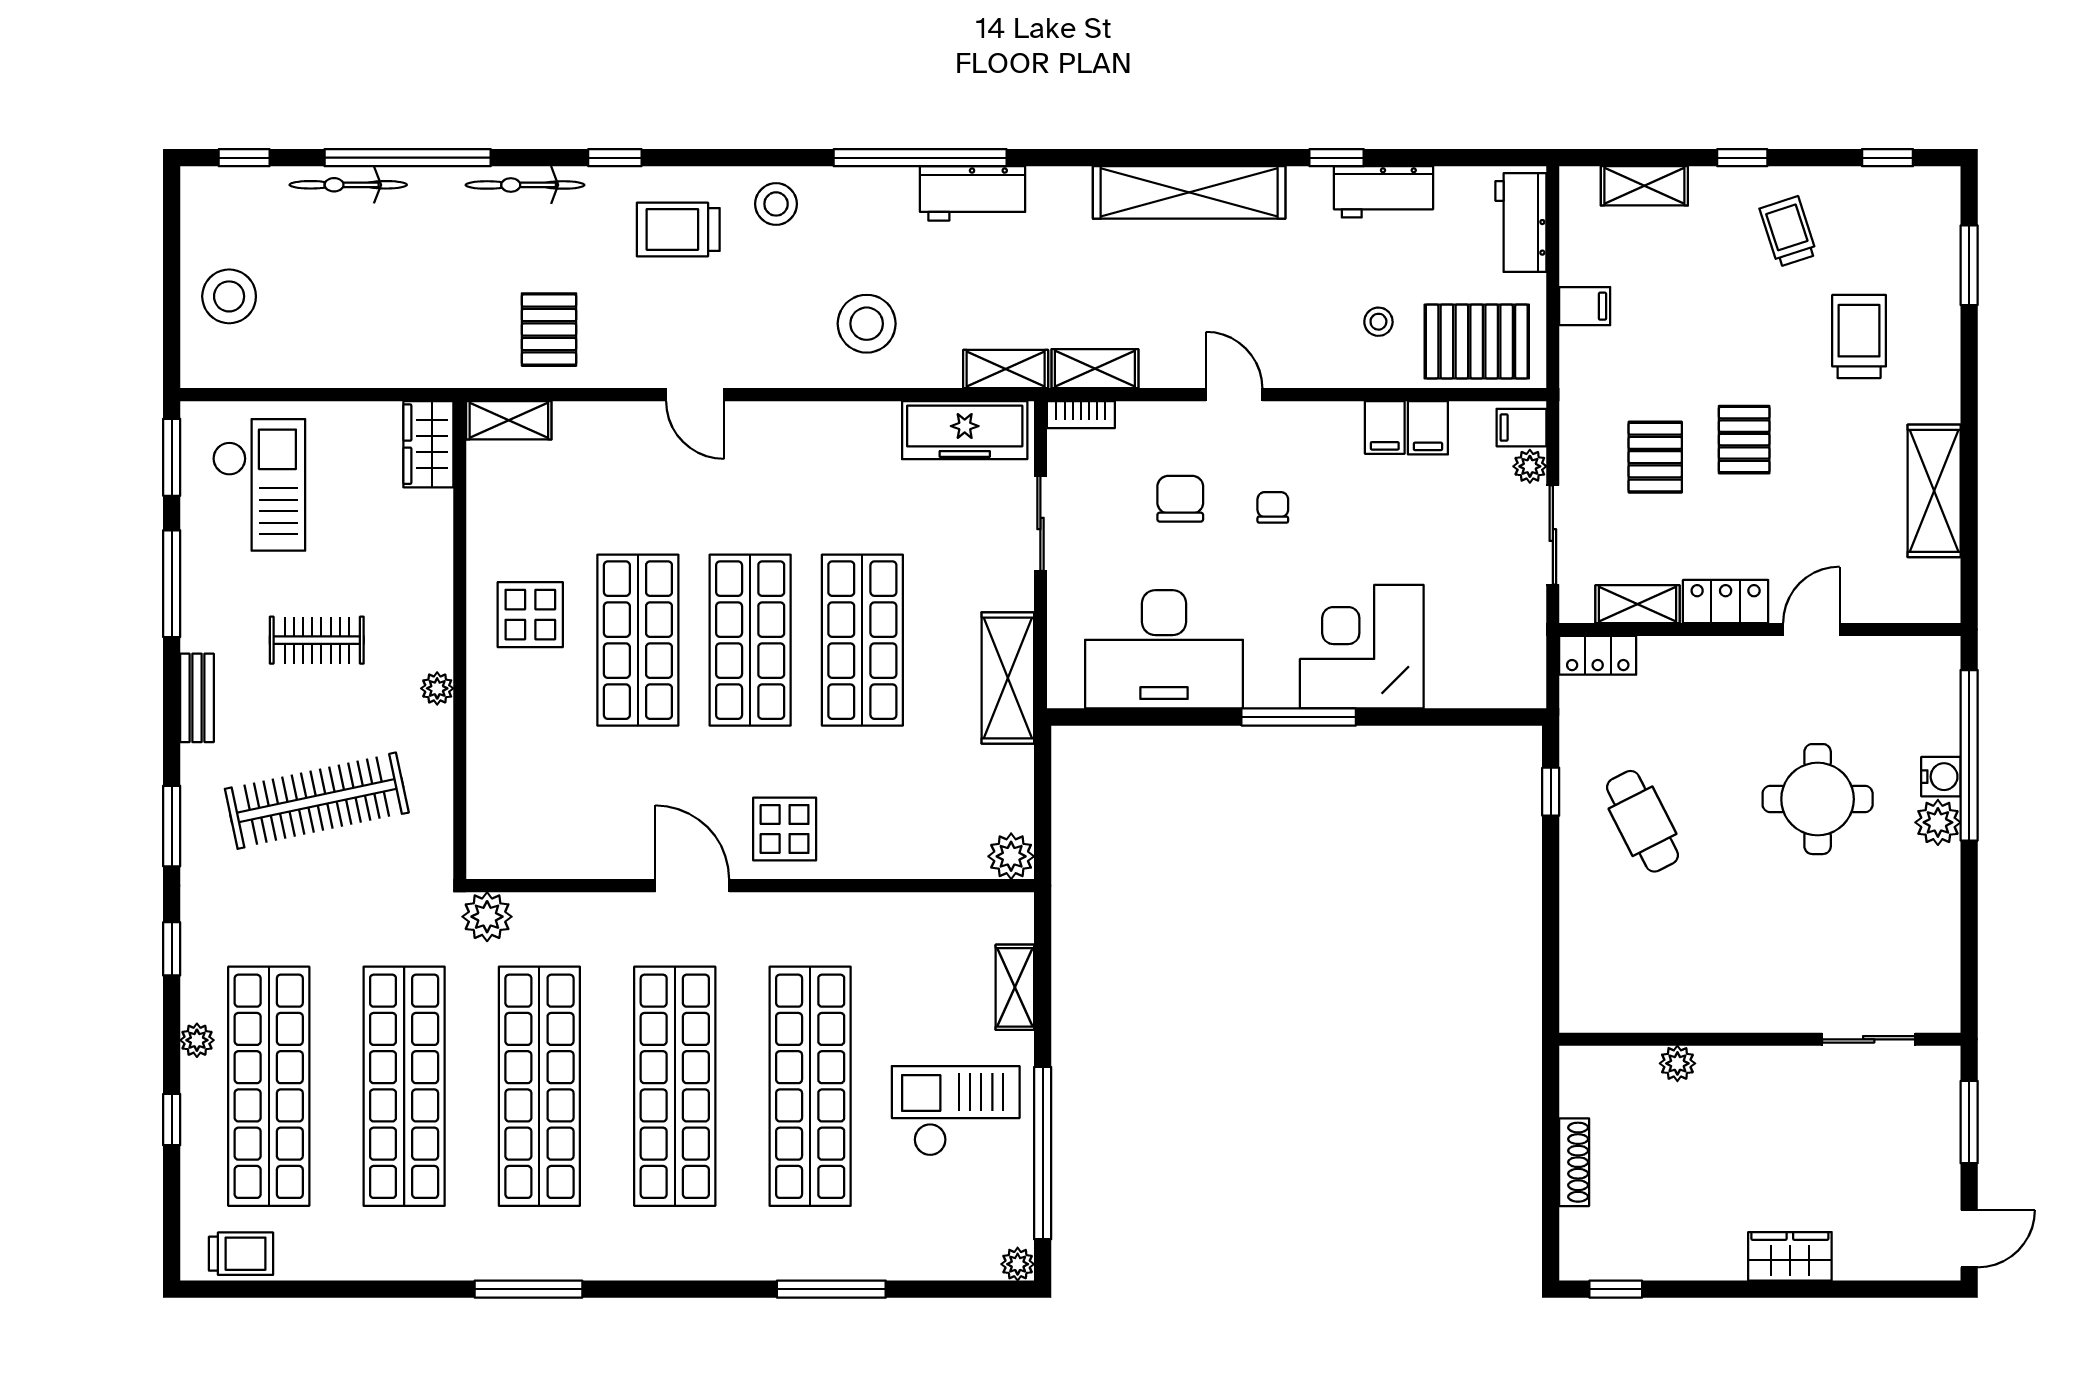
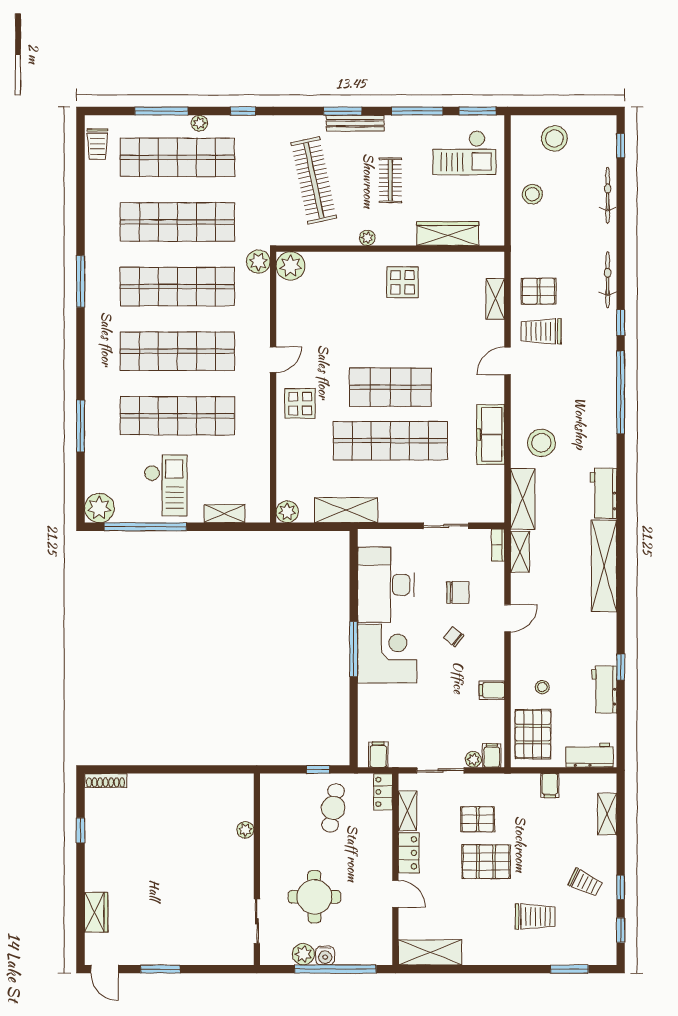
window: (408, 158) -> (621, 224), removed
window: (920, 158) -> (621, 392), moved
window: (1742, 158) -> (621, 887), moved
shelving: (1189, 192) -> (604, 566), moved
stool: (776, 204) -> (532, 194), moved
trolley: (678, 229) -> (541, 331), moved, turned -90
trolley: (1788, 232) -> (585, 883), turned 44
shelving: (1006, 369) -> (523, 499), width x1.50, depth x1.33
shelving: (509, 420) -> (495, 299), moved
filing cabinet: (1428, 428) -> (378, 755), moved, turned 90
freezer: (965, 430) -> (491, 435), moved
pallet: (1744, 440) -> (486, 862), width x1.50, depth x1.42
wardrobe: (428, 444) -> (448, 234), moved, width x1.50
shelving: (1934, 491) -> (430, 952), moved
chair: (1273, 507) -> (454, 637), turned -141
shop shelf: (638, 640) -> (390, 334), removed
shop shelf: (862, 640) -> (390, 441), width x1.40
corner desk: (1362, 647) -> (387, 654), moved
shelving: (1008, 678) -> (346, 510), moved
bench: (197, 698) -> (355, 123), width x1.36
cafe table: (1643, 821) -> (333, 808), moved, turned -53
window: (172, 826) -> (343, 111), moved
plant: (496, 849) -> (291, 266), added
door: (692, 886) -> (273, 360), width x0.73
wall: (1760, 1039) -> (257, 869), moved
sliding door: (1869, 1039) -> (257, 921), moved
plant: (1677, 1063) -> (245, 830), moved
window: (172, 1120) -> (161, 111), width x2.17
shoe rack: (1574, 1162) -> (106, 781), moved
wardrobe: (1790, 1256) -> (96, 912), moved
plant: (1018, 1264) -> (99, 508), width x1.88, depth x1.88
window: (1616, 1289) -> (81, 830), moved

